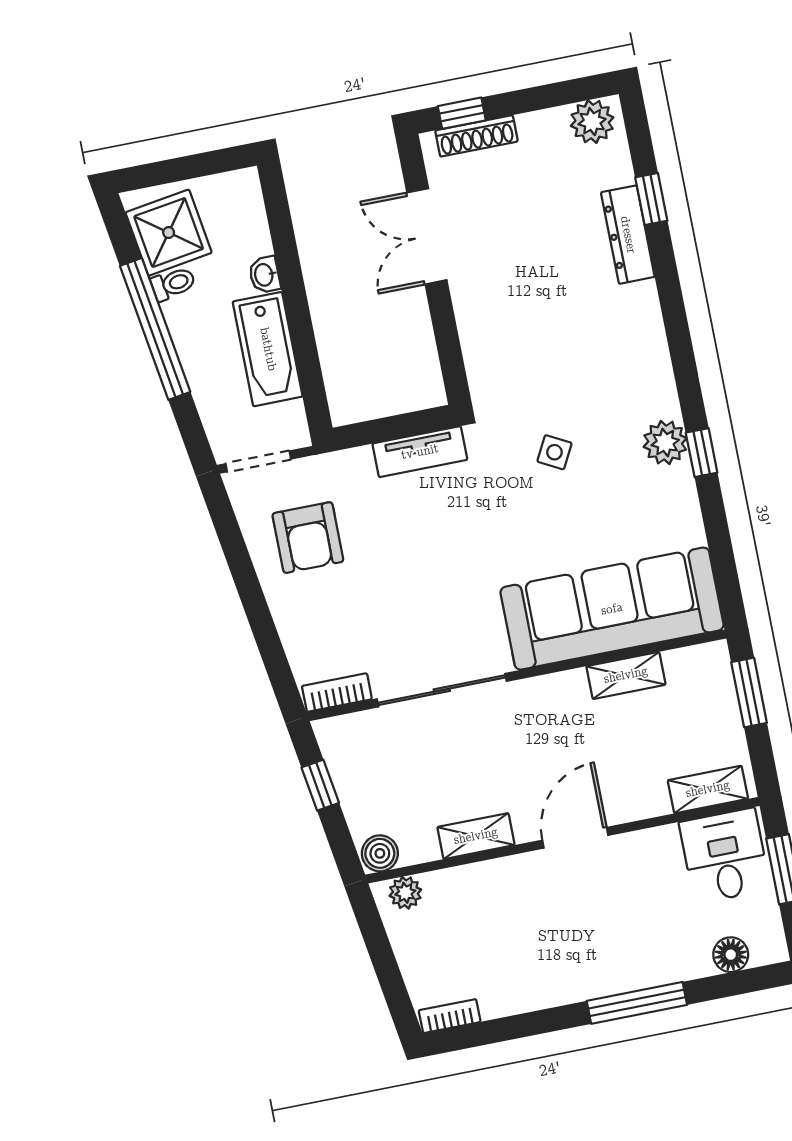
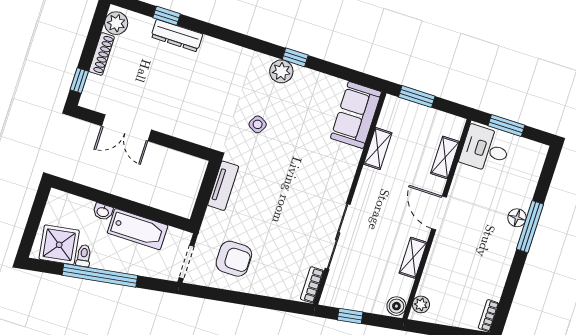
shoe rack: (476, 136) -> (102, 54), moved
sofa: (612, 609) -> (356, 115), width x0.54, depth x0.79
shelving: (708, 789) -> (445, 157), moved
floor lamp: (731, 955) -> (517, 218), moved

